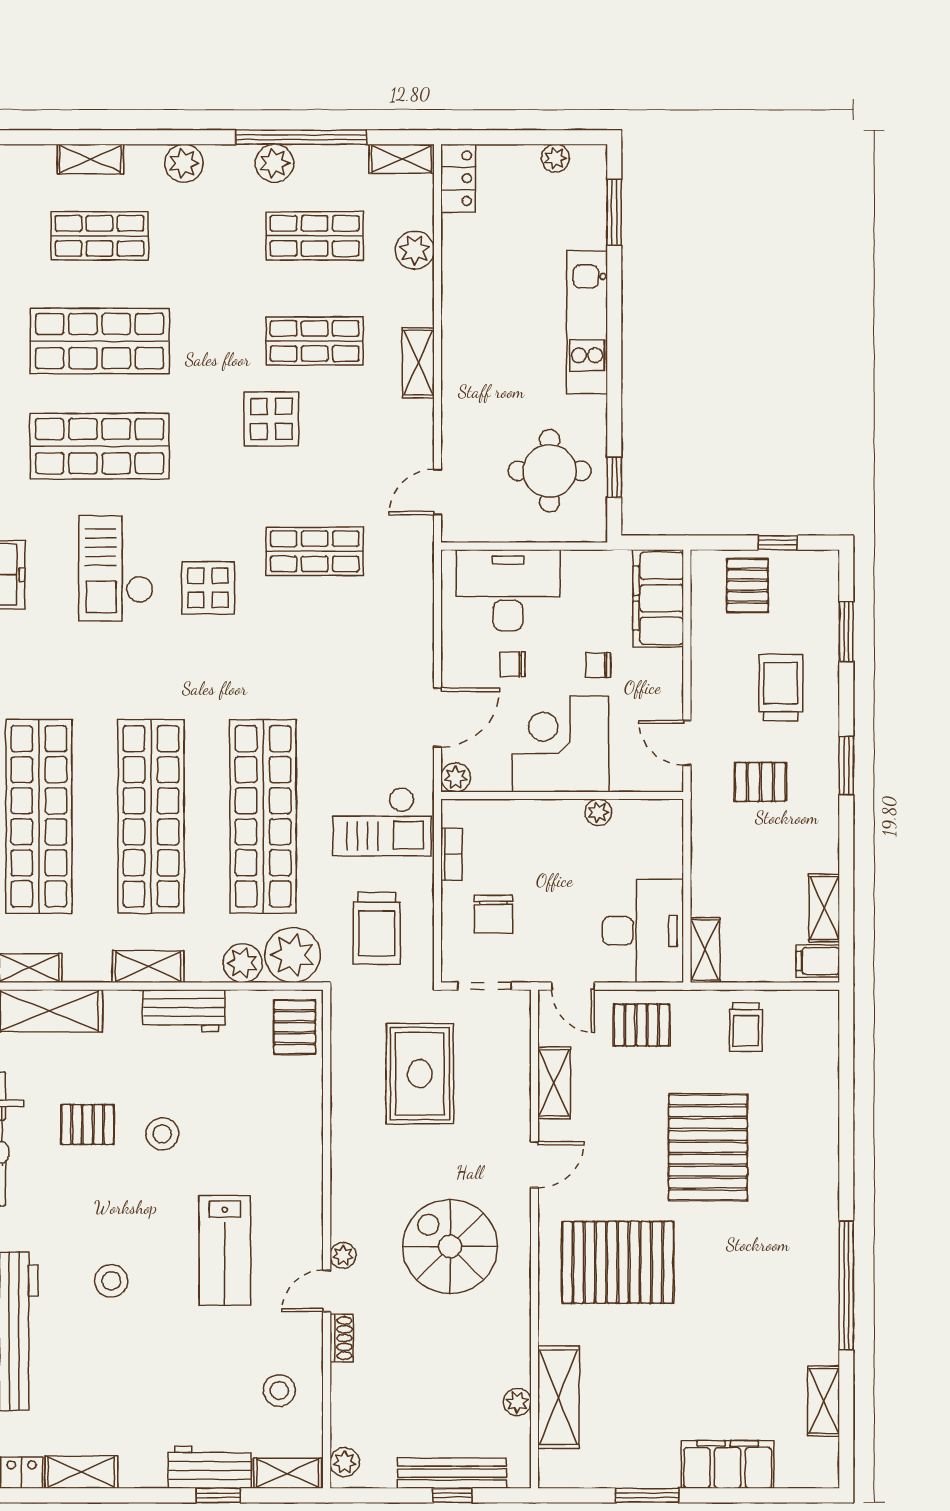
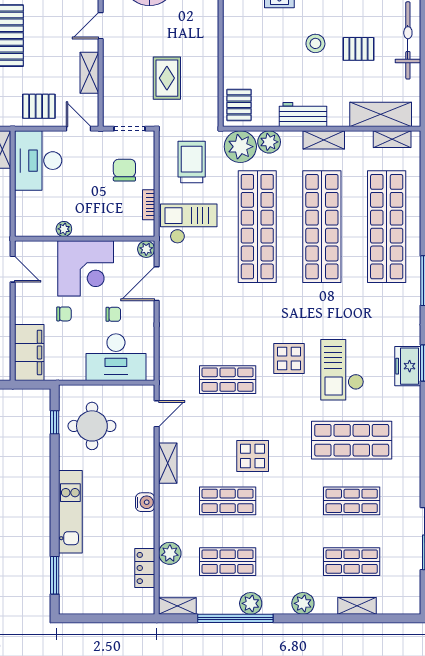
plant: (555, 158) -> (89, 606), removed
locker: (458, 178) -> (145, 568), moved
water cooler: (457, 339) -> (145, 502), added
shop shelf: (100, 341) -> (352, 501), width x0.70, depth x0.74
shelving: (418, 363) -> (168, 463), moved
checkout: (116, 568) -> (342, 370), turned 180
rug: (420, 1074) -> (167, 78), width x0.73, depth x0.70

